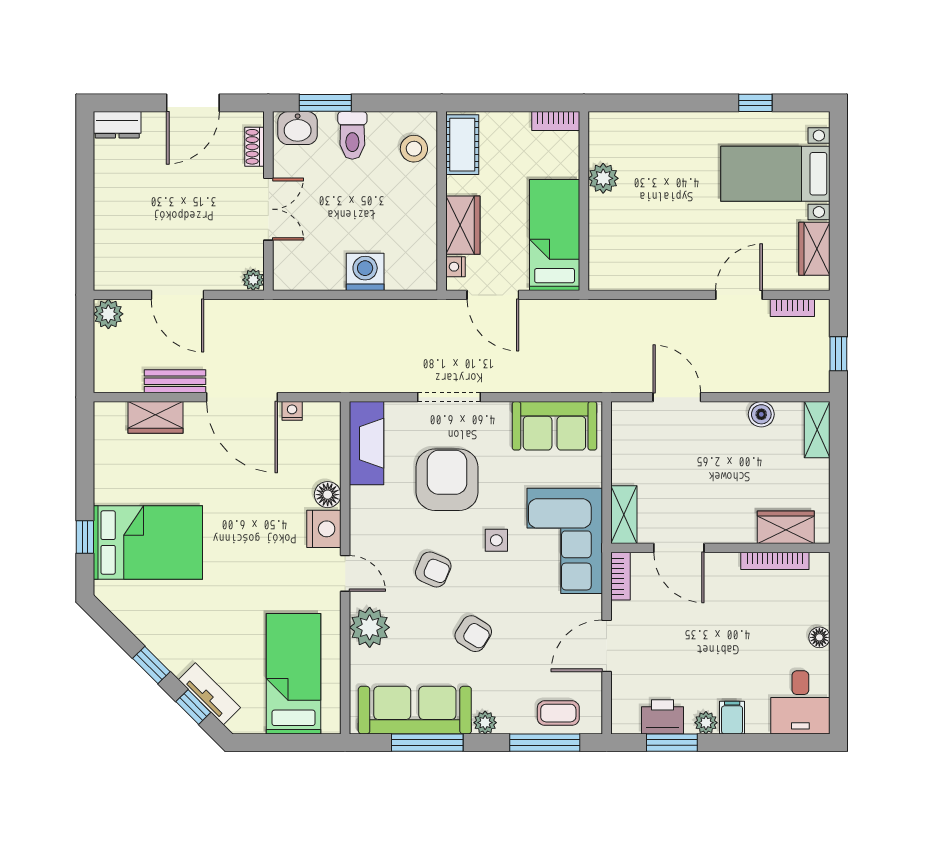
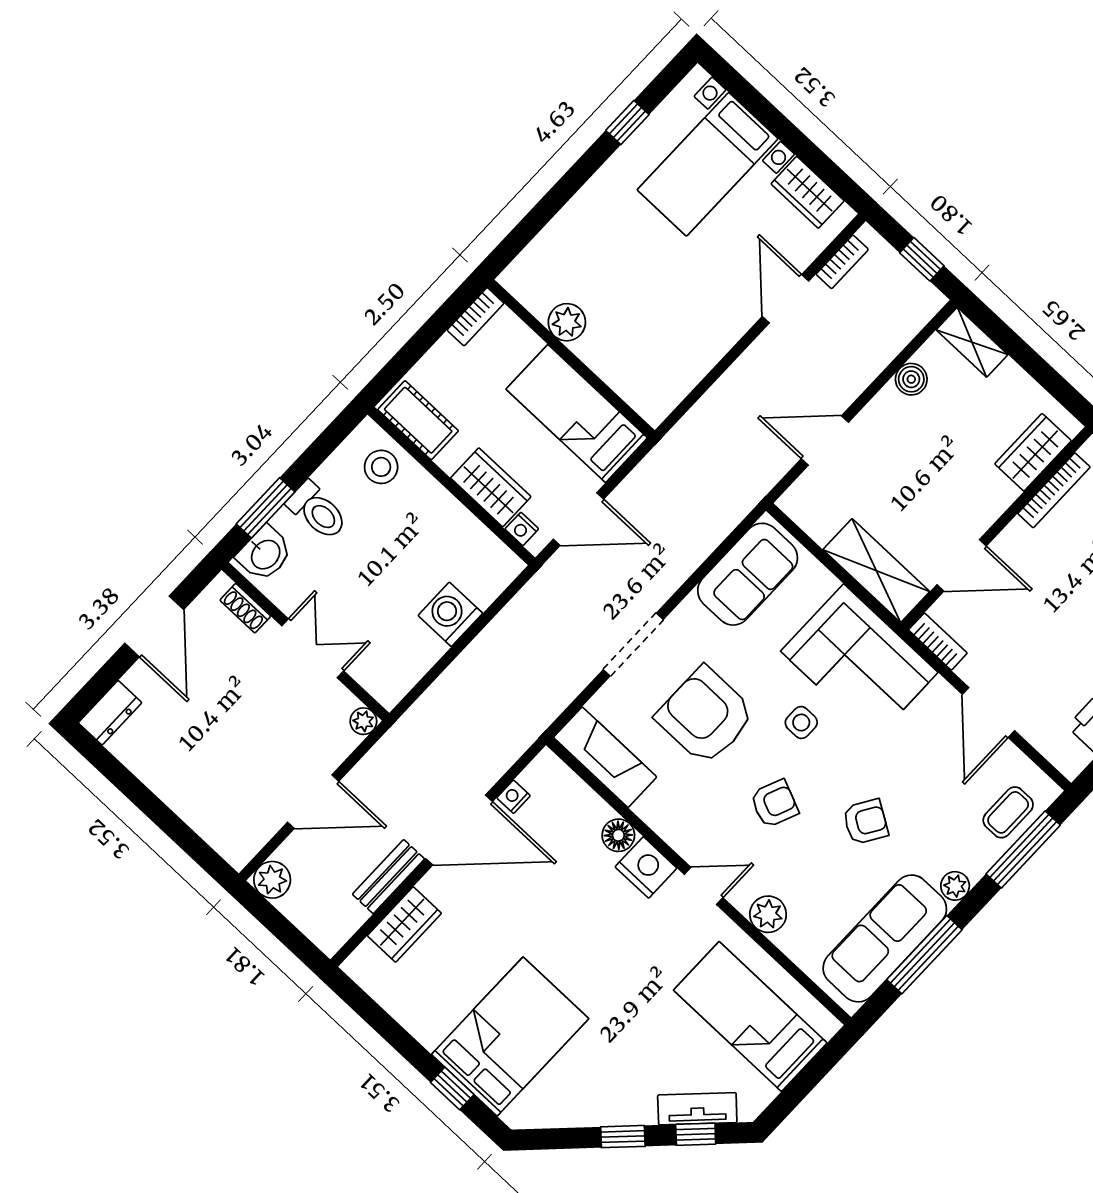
shelving: (624, 515) -> (876, 571), width x1.50, depth x1.33
plant: (370, 627) -> (768, 914), width x0.73, depth x0.73

